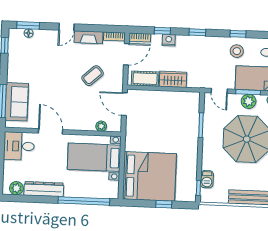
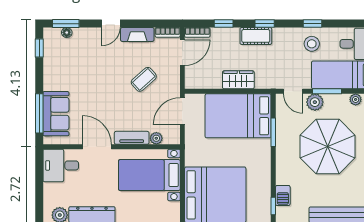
nightstand: (169, 40) -> (231, 34), removed
cot: (145, 79) -> (256, 36), moved
plant: (249, 101) -> (315, 102), moved
door: (124, 104) -> (182, 111), hinge flipped
bed: (172, 110) -> (238, 116), added
tv unit: (80, 125) -> (132, 138), added

